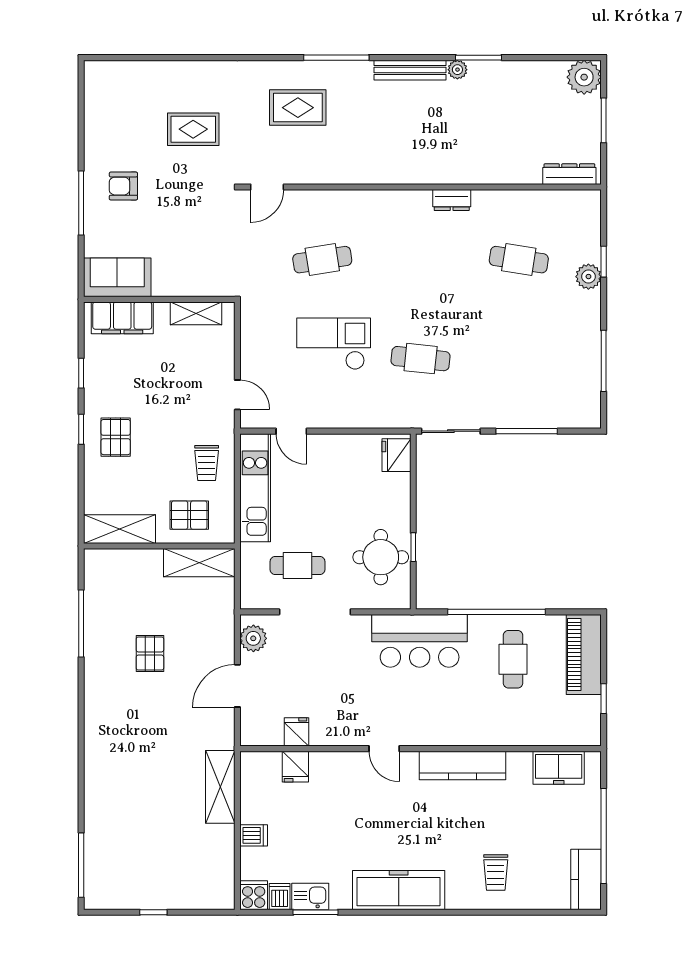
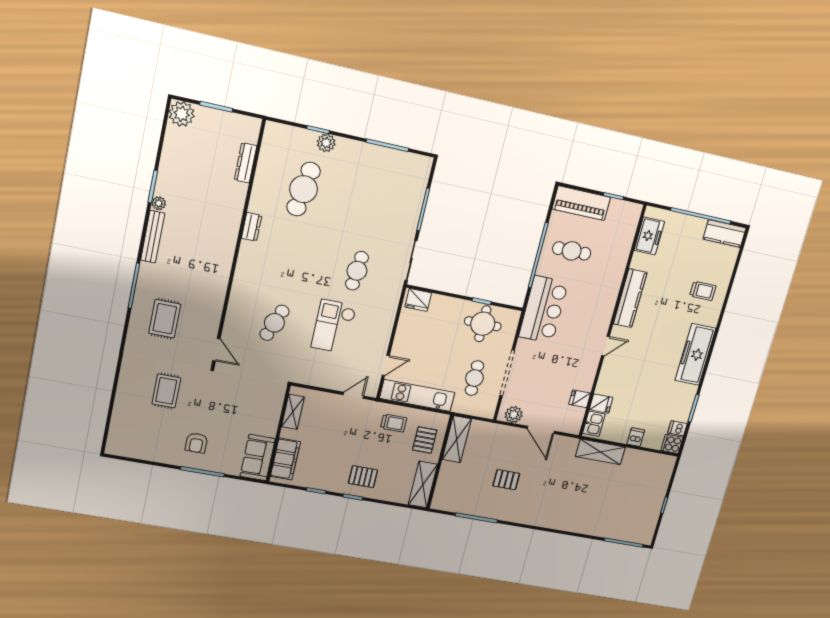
dresser: (569, 174) -> (246, 163), moved
cafe table: (322, 260) -> (274, 323), turned 30
cafe table: (519, 260) -> (304, 189), width x1.37, depth x1.35
kitchen sink: (310, 897) -> (594, 424), moved, turned 180

